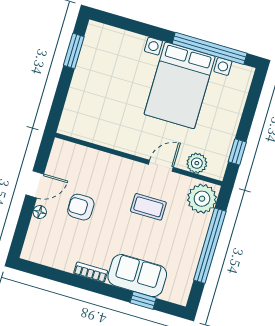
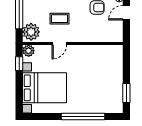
window: (210, 48) -> (83, 116), moved
bed with nightstands: (180, 85) -> (45, 88), moved, turned 90
plant: (197, 163) -> (29, 51), moved

